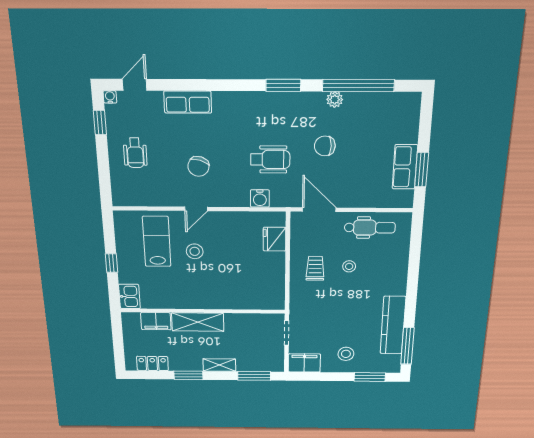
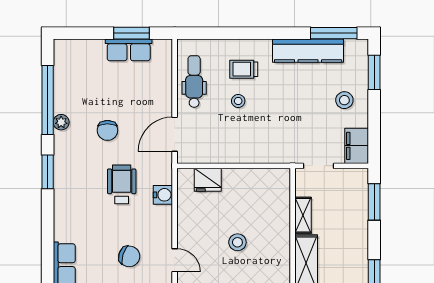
stool: (195, 251) -> (237, 242), moved
trolley: (315, 268) -> (244, 69), moved
shelving: (219, 365) -> (303, 215), moved

